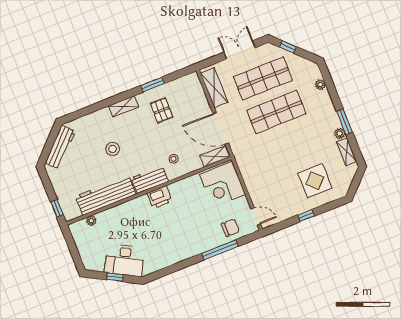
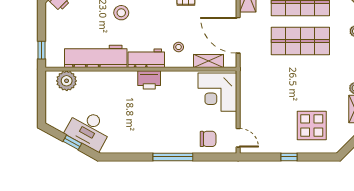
shelving: (215, 156) -> (209, 61), moved
plant: (91, 220) -> (67, 81), width x1.88, depth x1.88
window: (220, 250) -> (173, 157), moved

